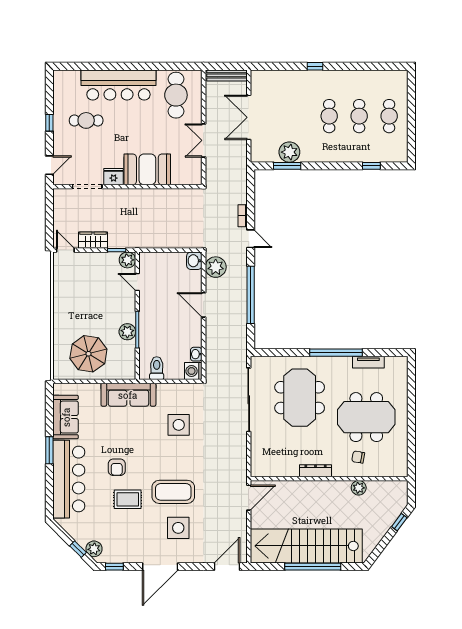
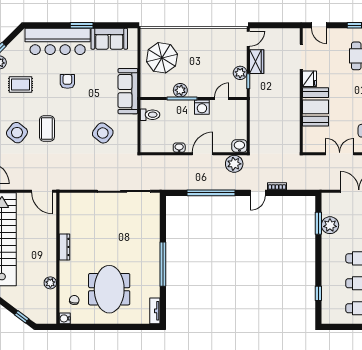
plant: (127, 260) -> (240, 73), moved
washbasin: (196, 354) -> (179, 148), moved
tv unit: (368, 362) -> (155, 311), moved
washing machine: (193, 371) -> (202, 107), moved, turned 180
meeting table: (300, 398) -> (125, 234), removed
side table: (179, 425) -> (103, 133), turned 38
chair: (358, 457) -> (74, 300), moved
armchair: (117, 467) -> (67, 81), turned 90
water cooler: (401, 470) -> (65, 318), added
coffee table: (173, 492) -> (47, 128), width x0.73, depth x0.76
rug: (128, 499) -> (20, 85), moved, turned 90
side table: (178, 528) -> (17, 133), turned 38

